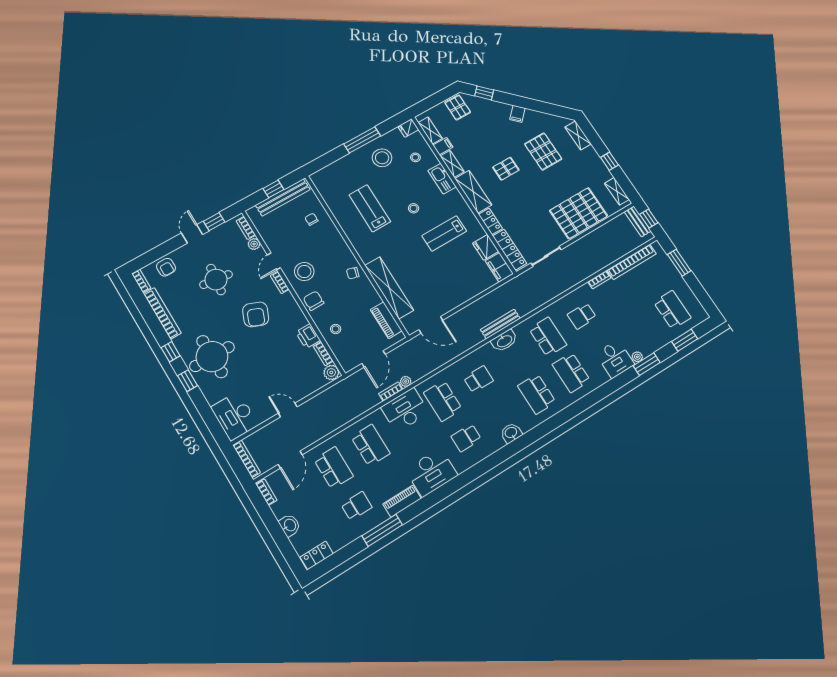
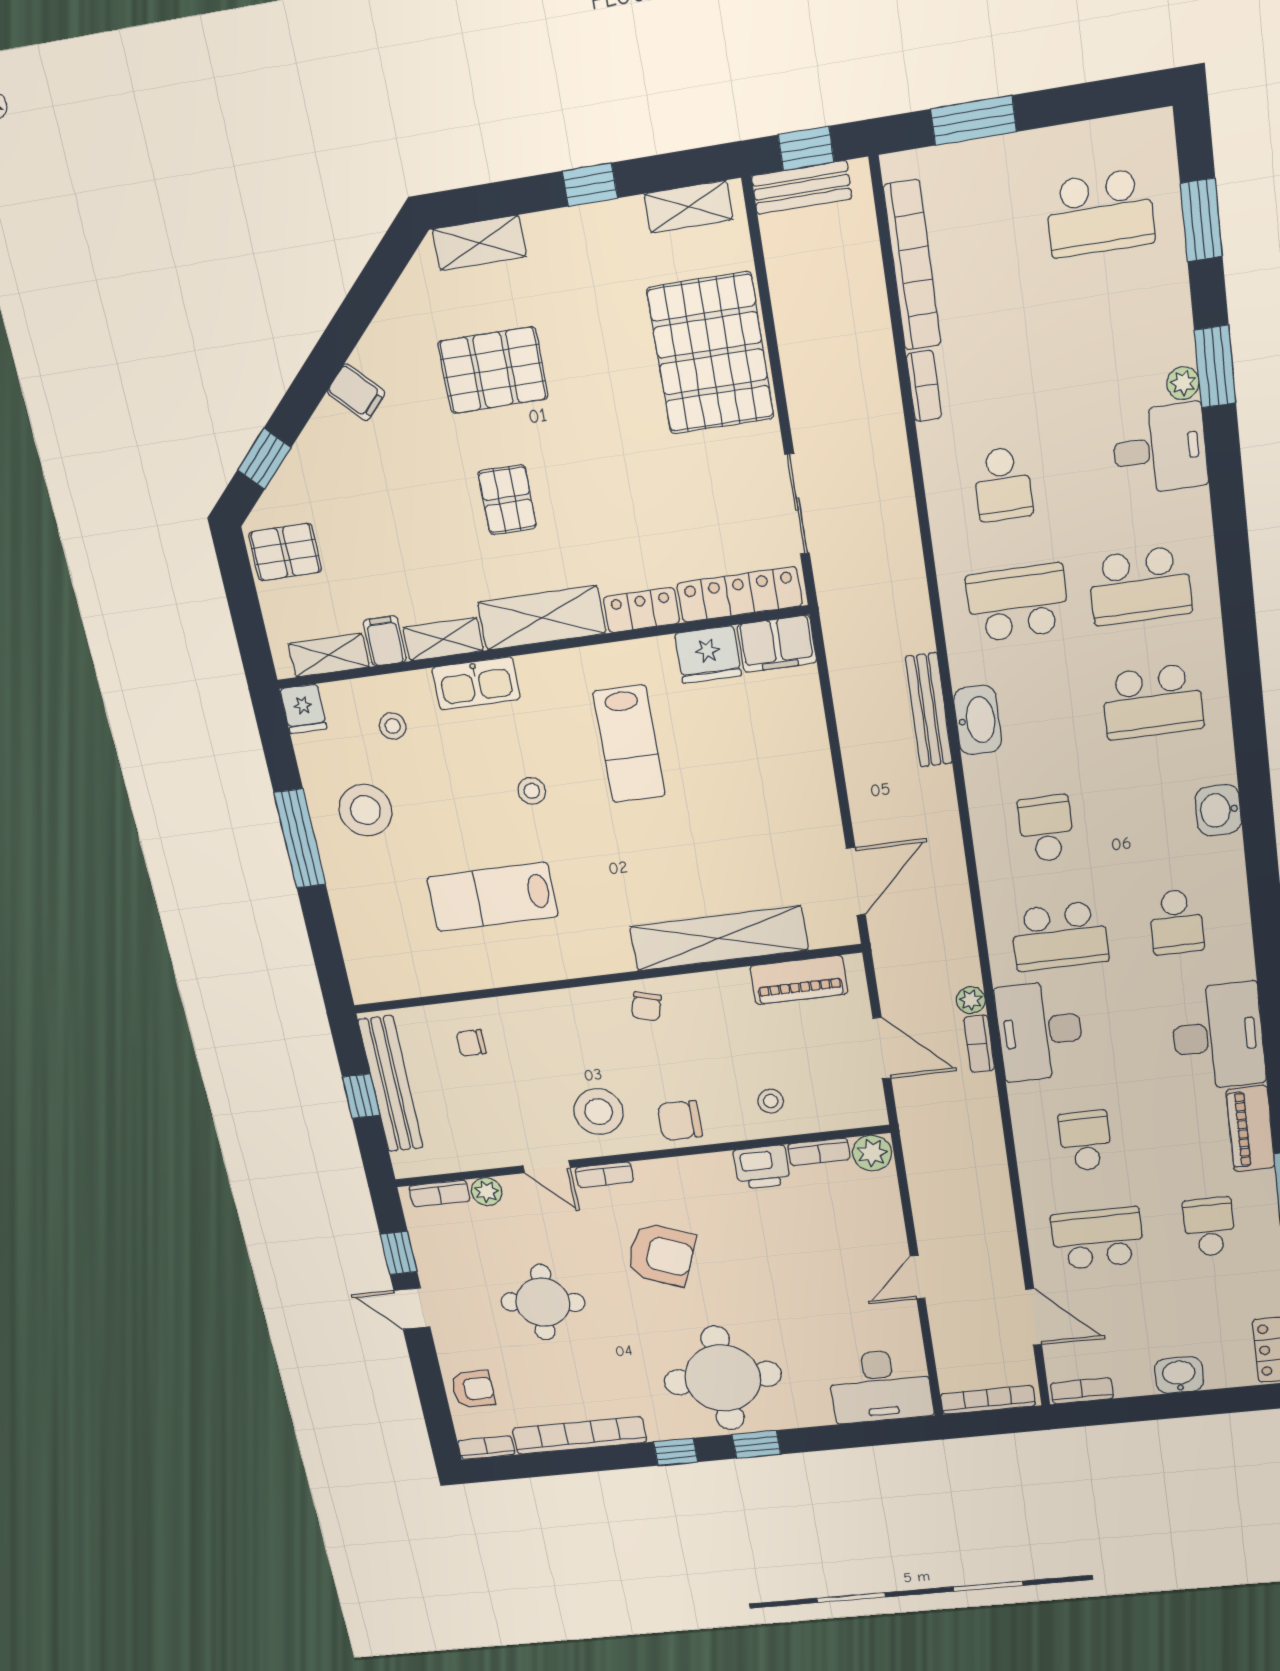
school desk: (672, 310) -> (1100, 213), turned 180
school desk: (370, 445) -> (1085, 1141), width x0.54

